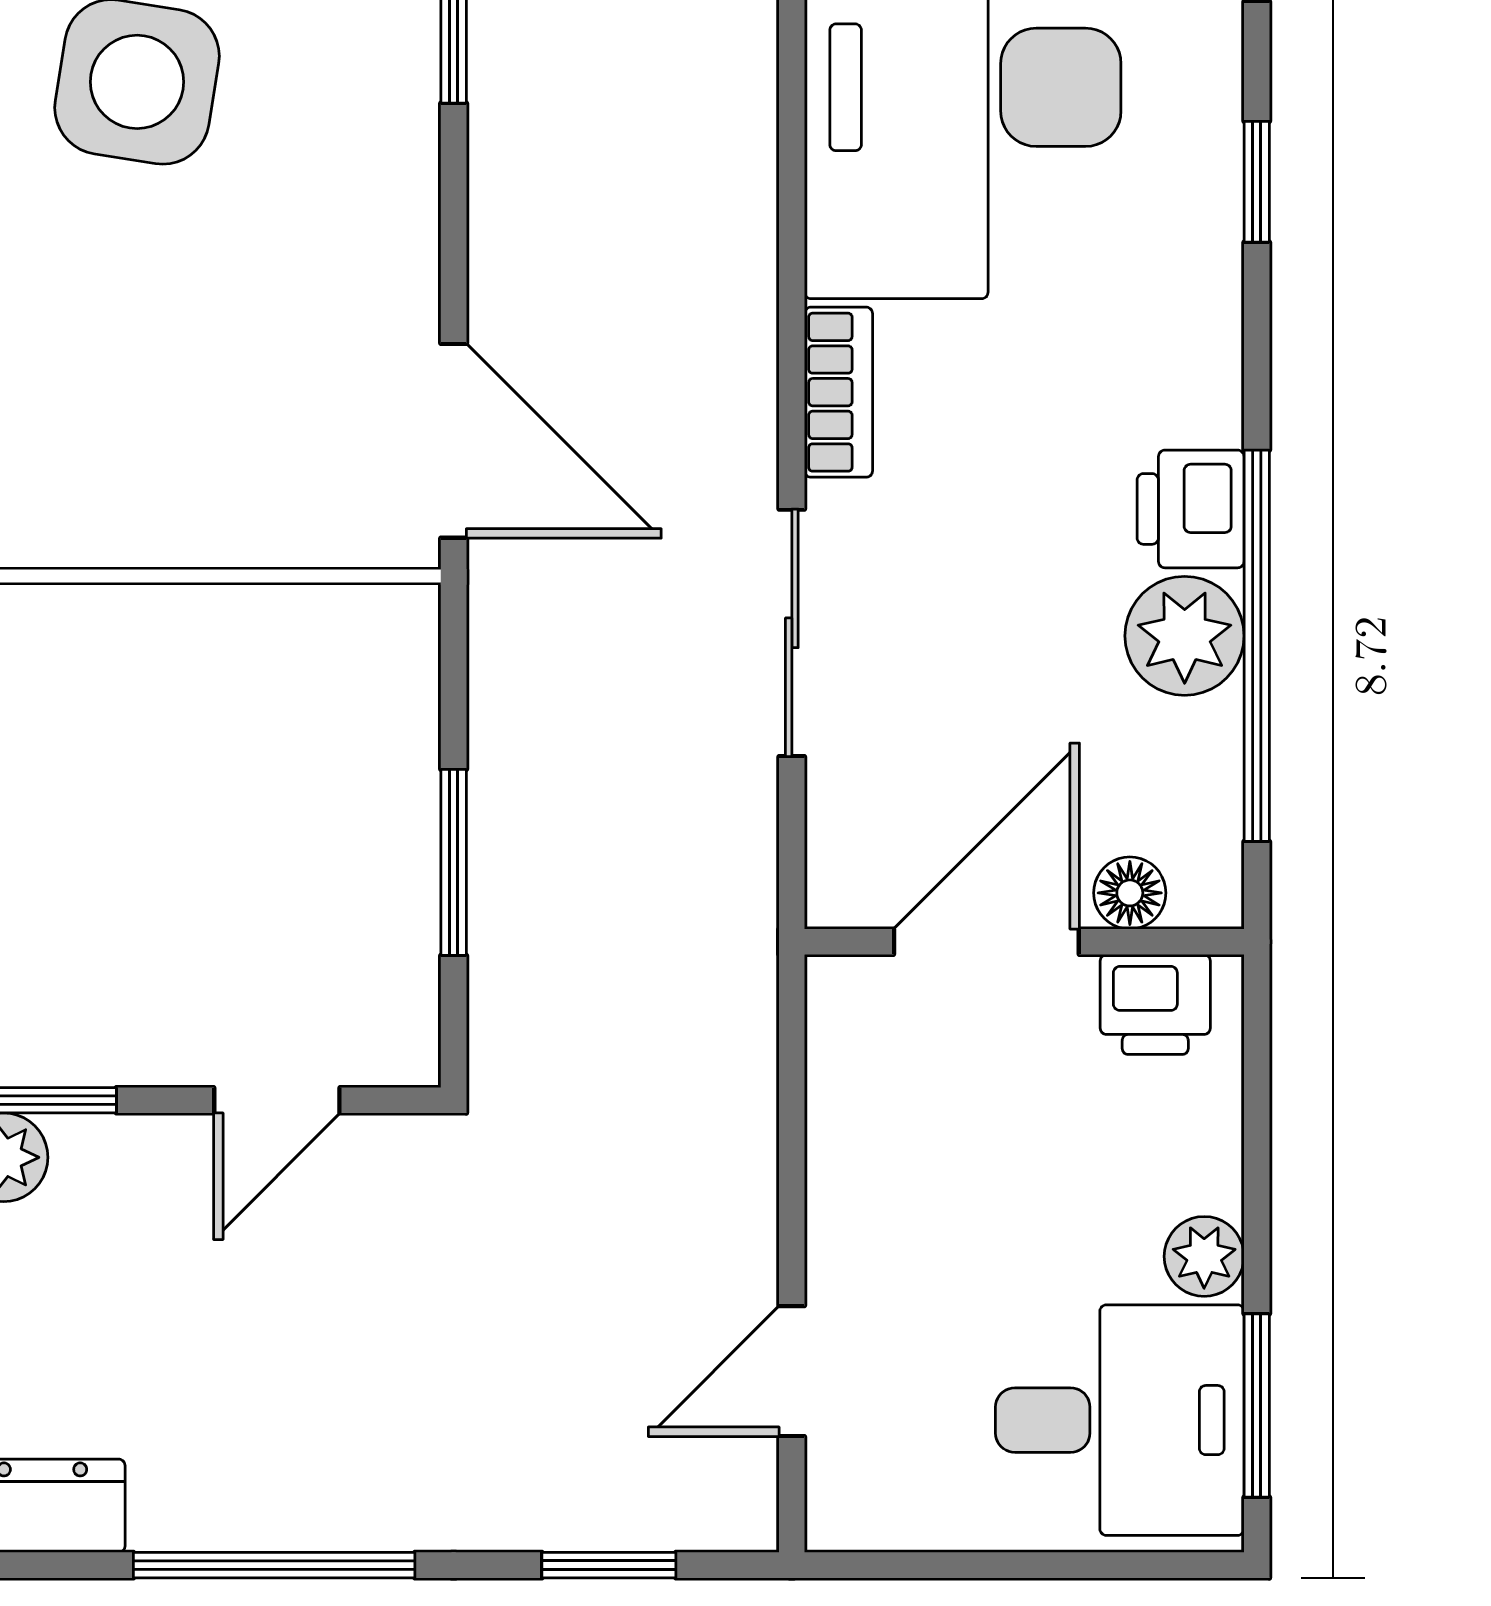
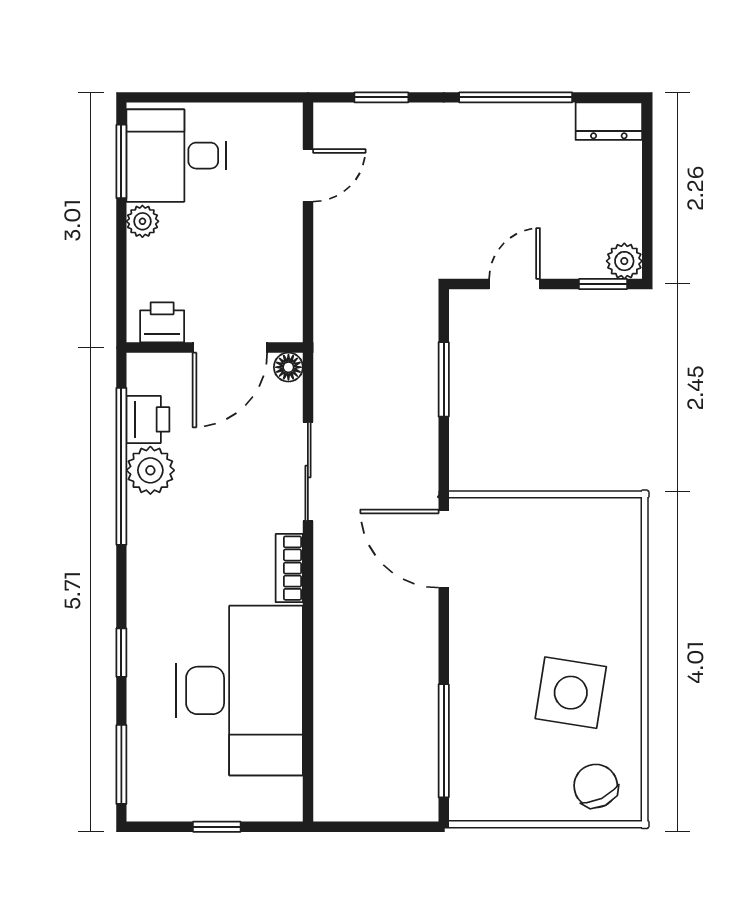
printer: (1191, 509) -> (148, 419), moved
floor lamp: (1130, 893) -> (288, 367), moved

